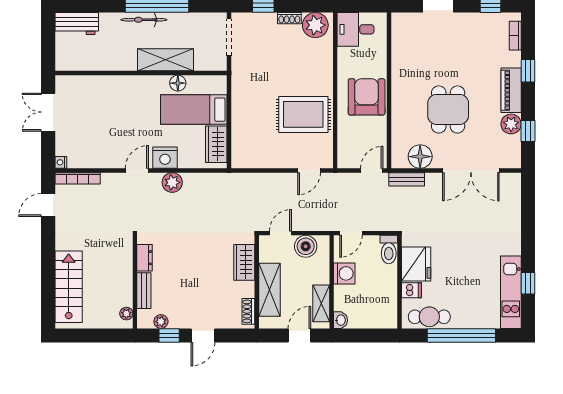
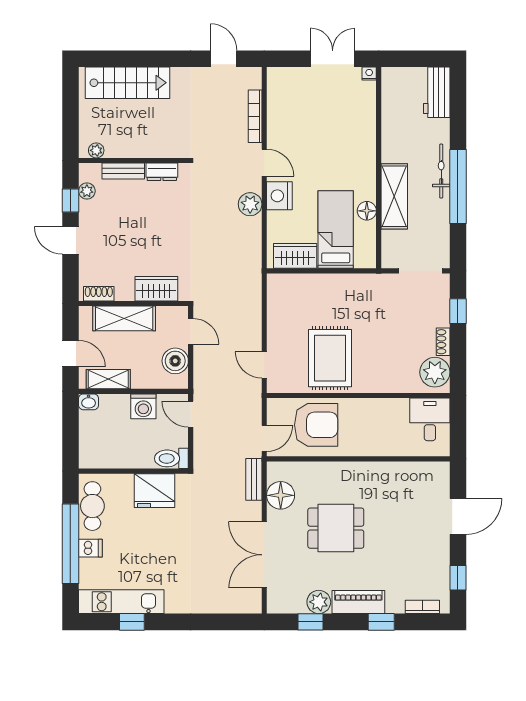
armchair: (367, 97) -> (316, 425), moved
nightstand: (61, 162) -> (369, 74), moved
door: (372, 170) -> (264, 438), hinge flipped
bookcase: (78, 178) -> (255, 116), moved
dishwasher: (412, 290) -> (90, 548), moved, turned -90

